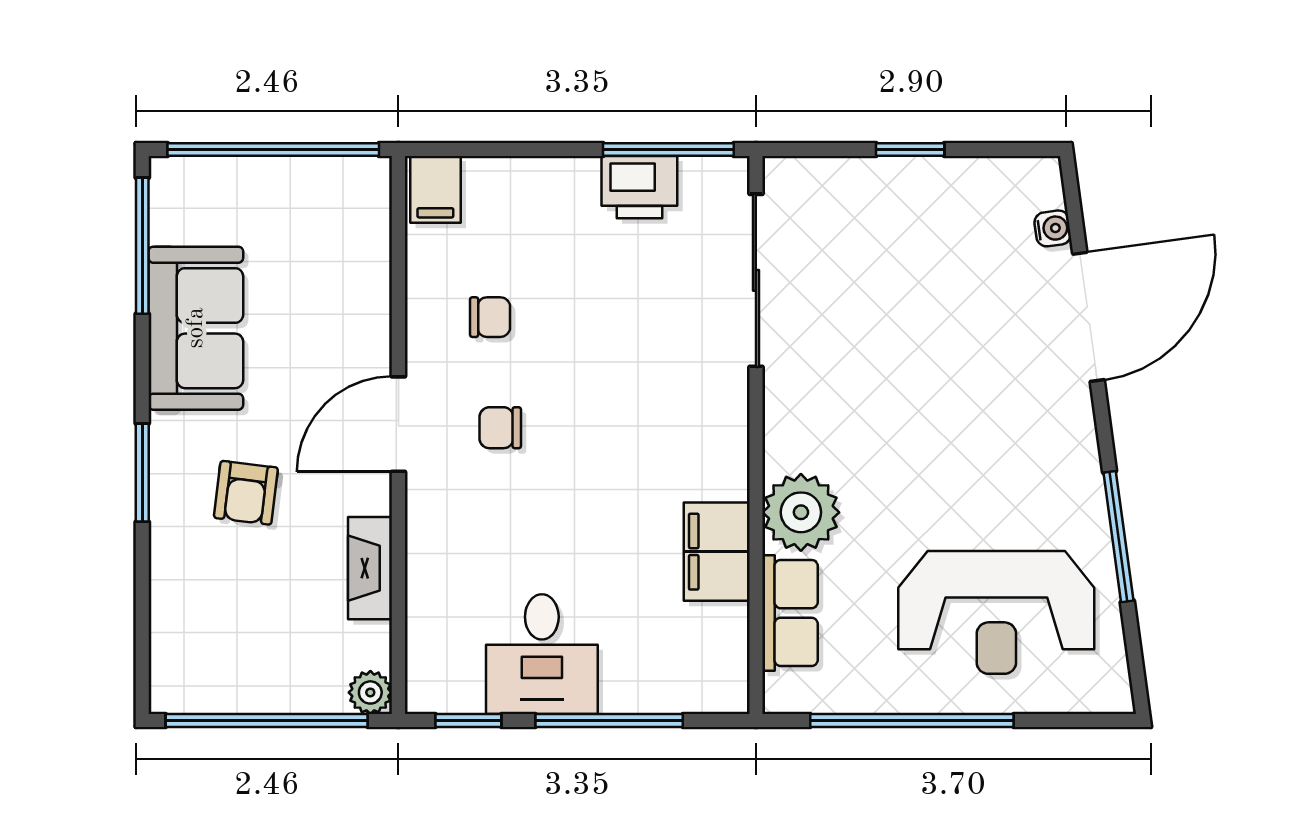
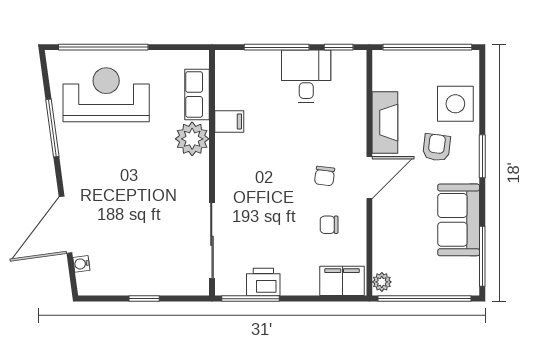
filing cabinet: (435, 189) -> (342, 281), width x2.00
chair: (500, 428) -> (325, 176), turned 97
filing cabinet: (717, 552) -> (229, 121), width x0.50
fireplace: (370, 568) -> (385, 123), width x1.37, depth x1.32
side table: (203, 592) -> (455, 104), added
plant: (370, 692) -> (382, 282), moved
window: (912, 721) -> (103, 47), moved

